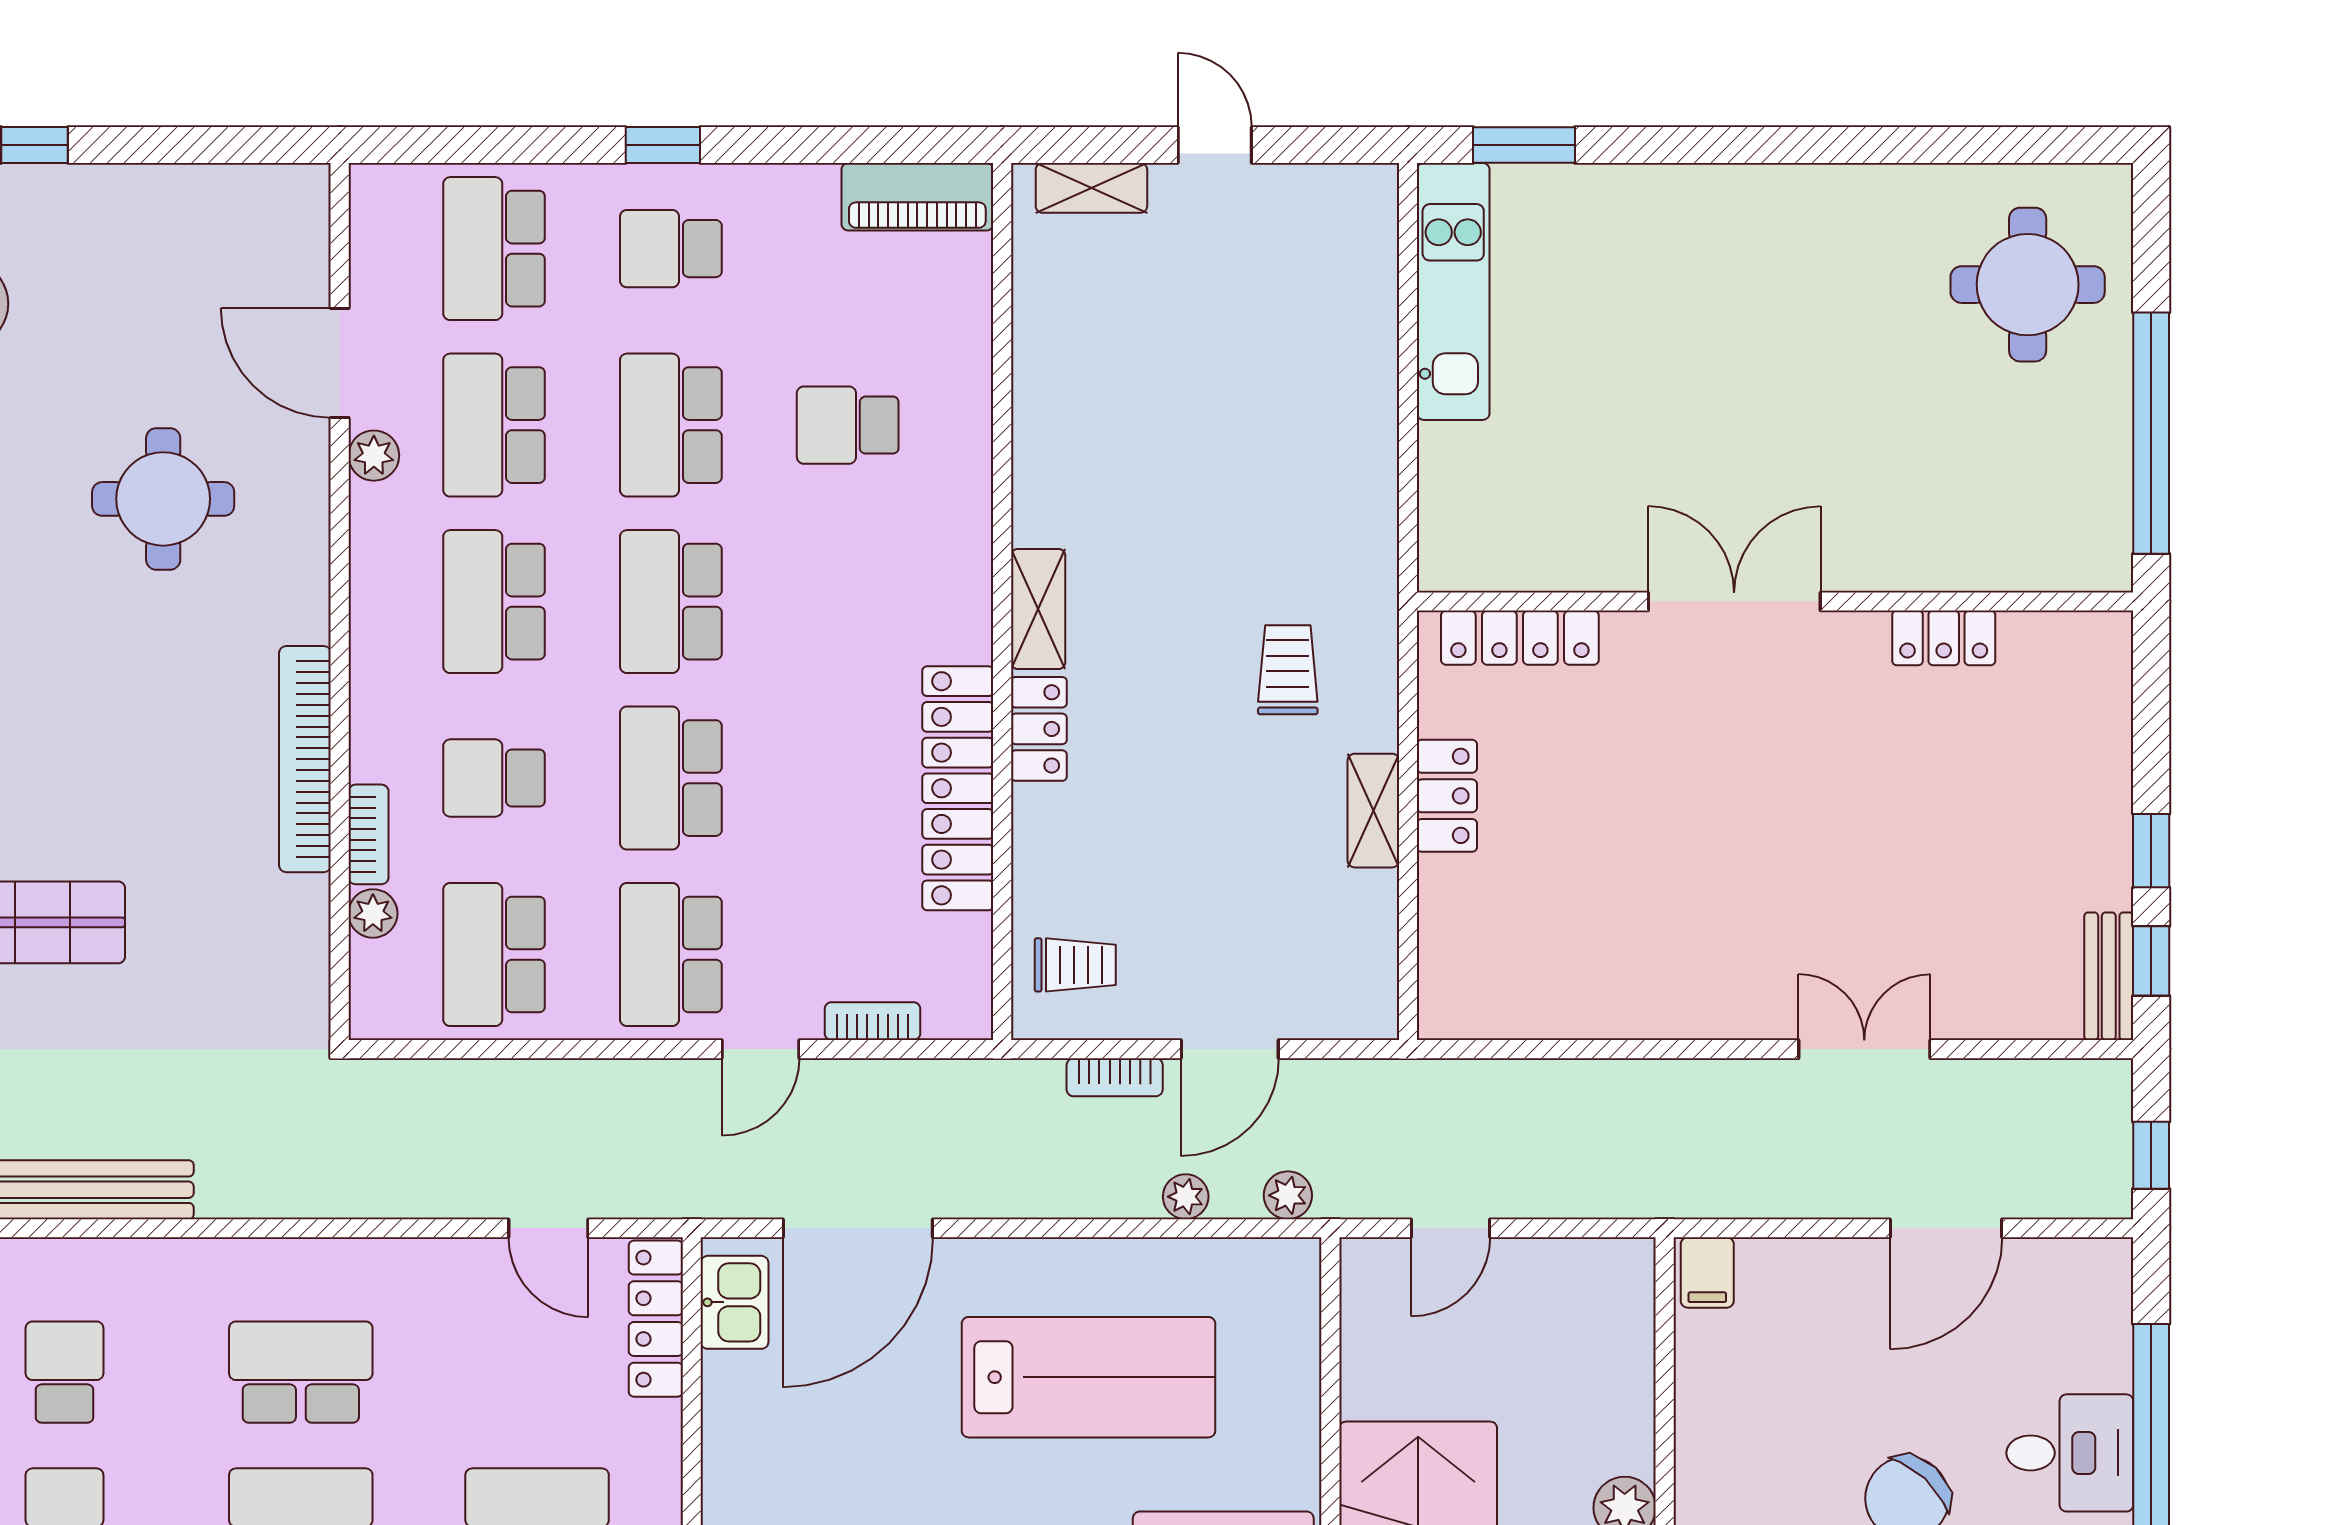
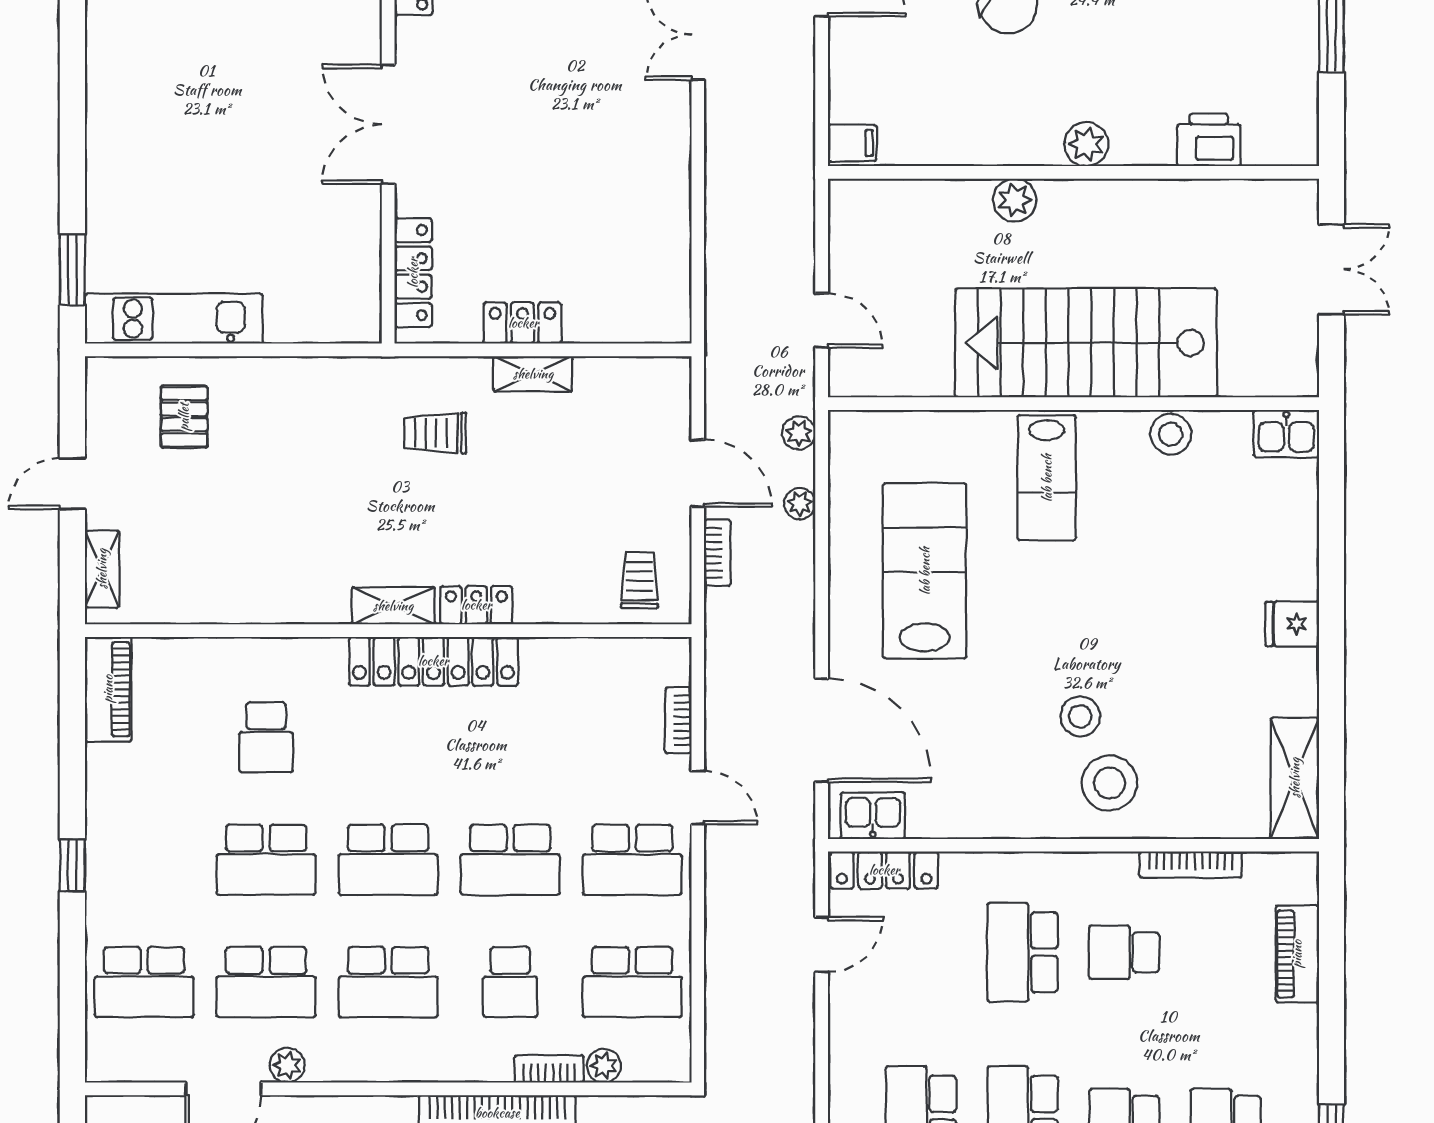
school desk: (671, 249) -> (144, 860), removed
pallet: (1311, 307) -> (184, 417), added
locker: (958, 788) -> (433, 661), moved

